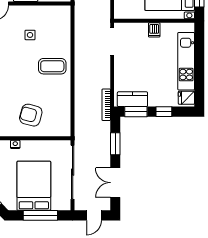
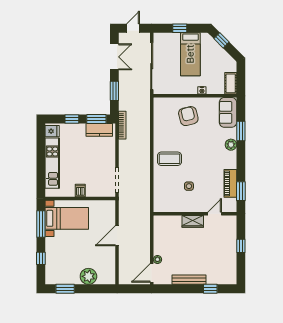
armchair: (31, 115) -> (188, 116), turned -119
bed: (34, 186) -> (190, 54), width x0.67
window: (40, 215) -> (180, 28), width x0.46

